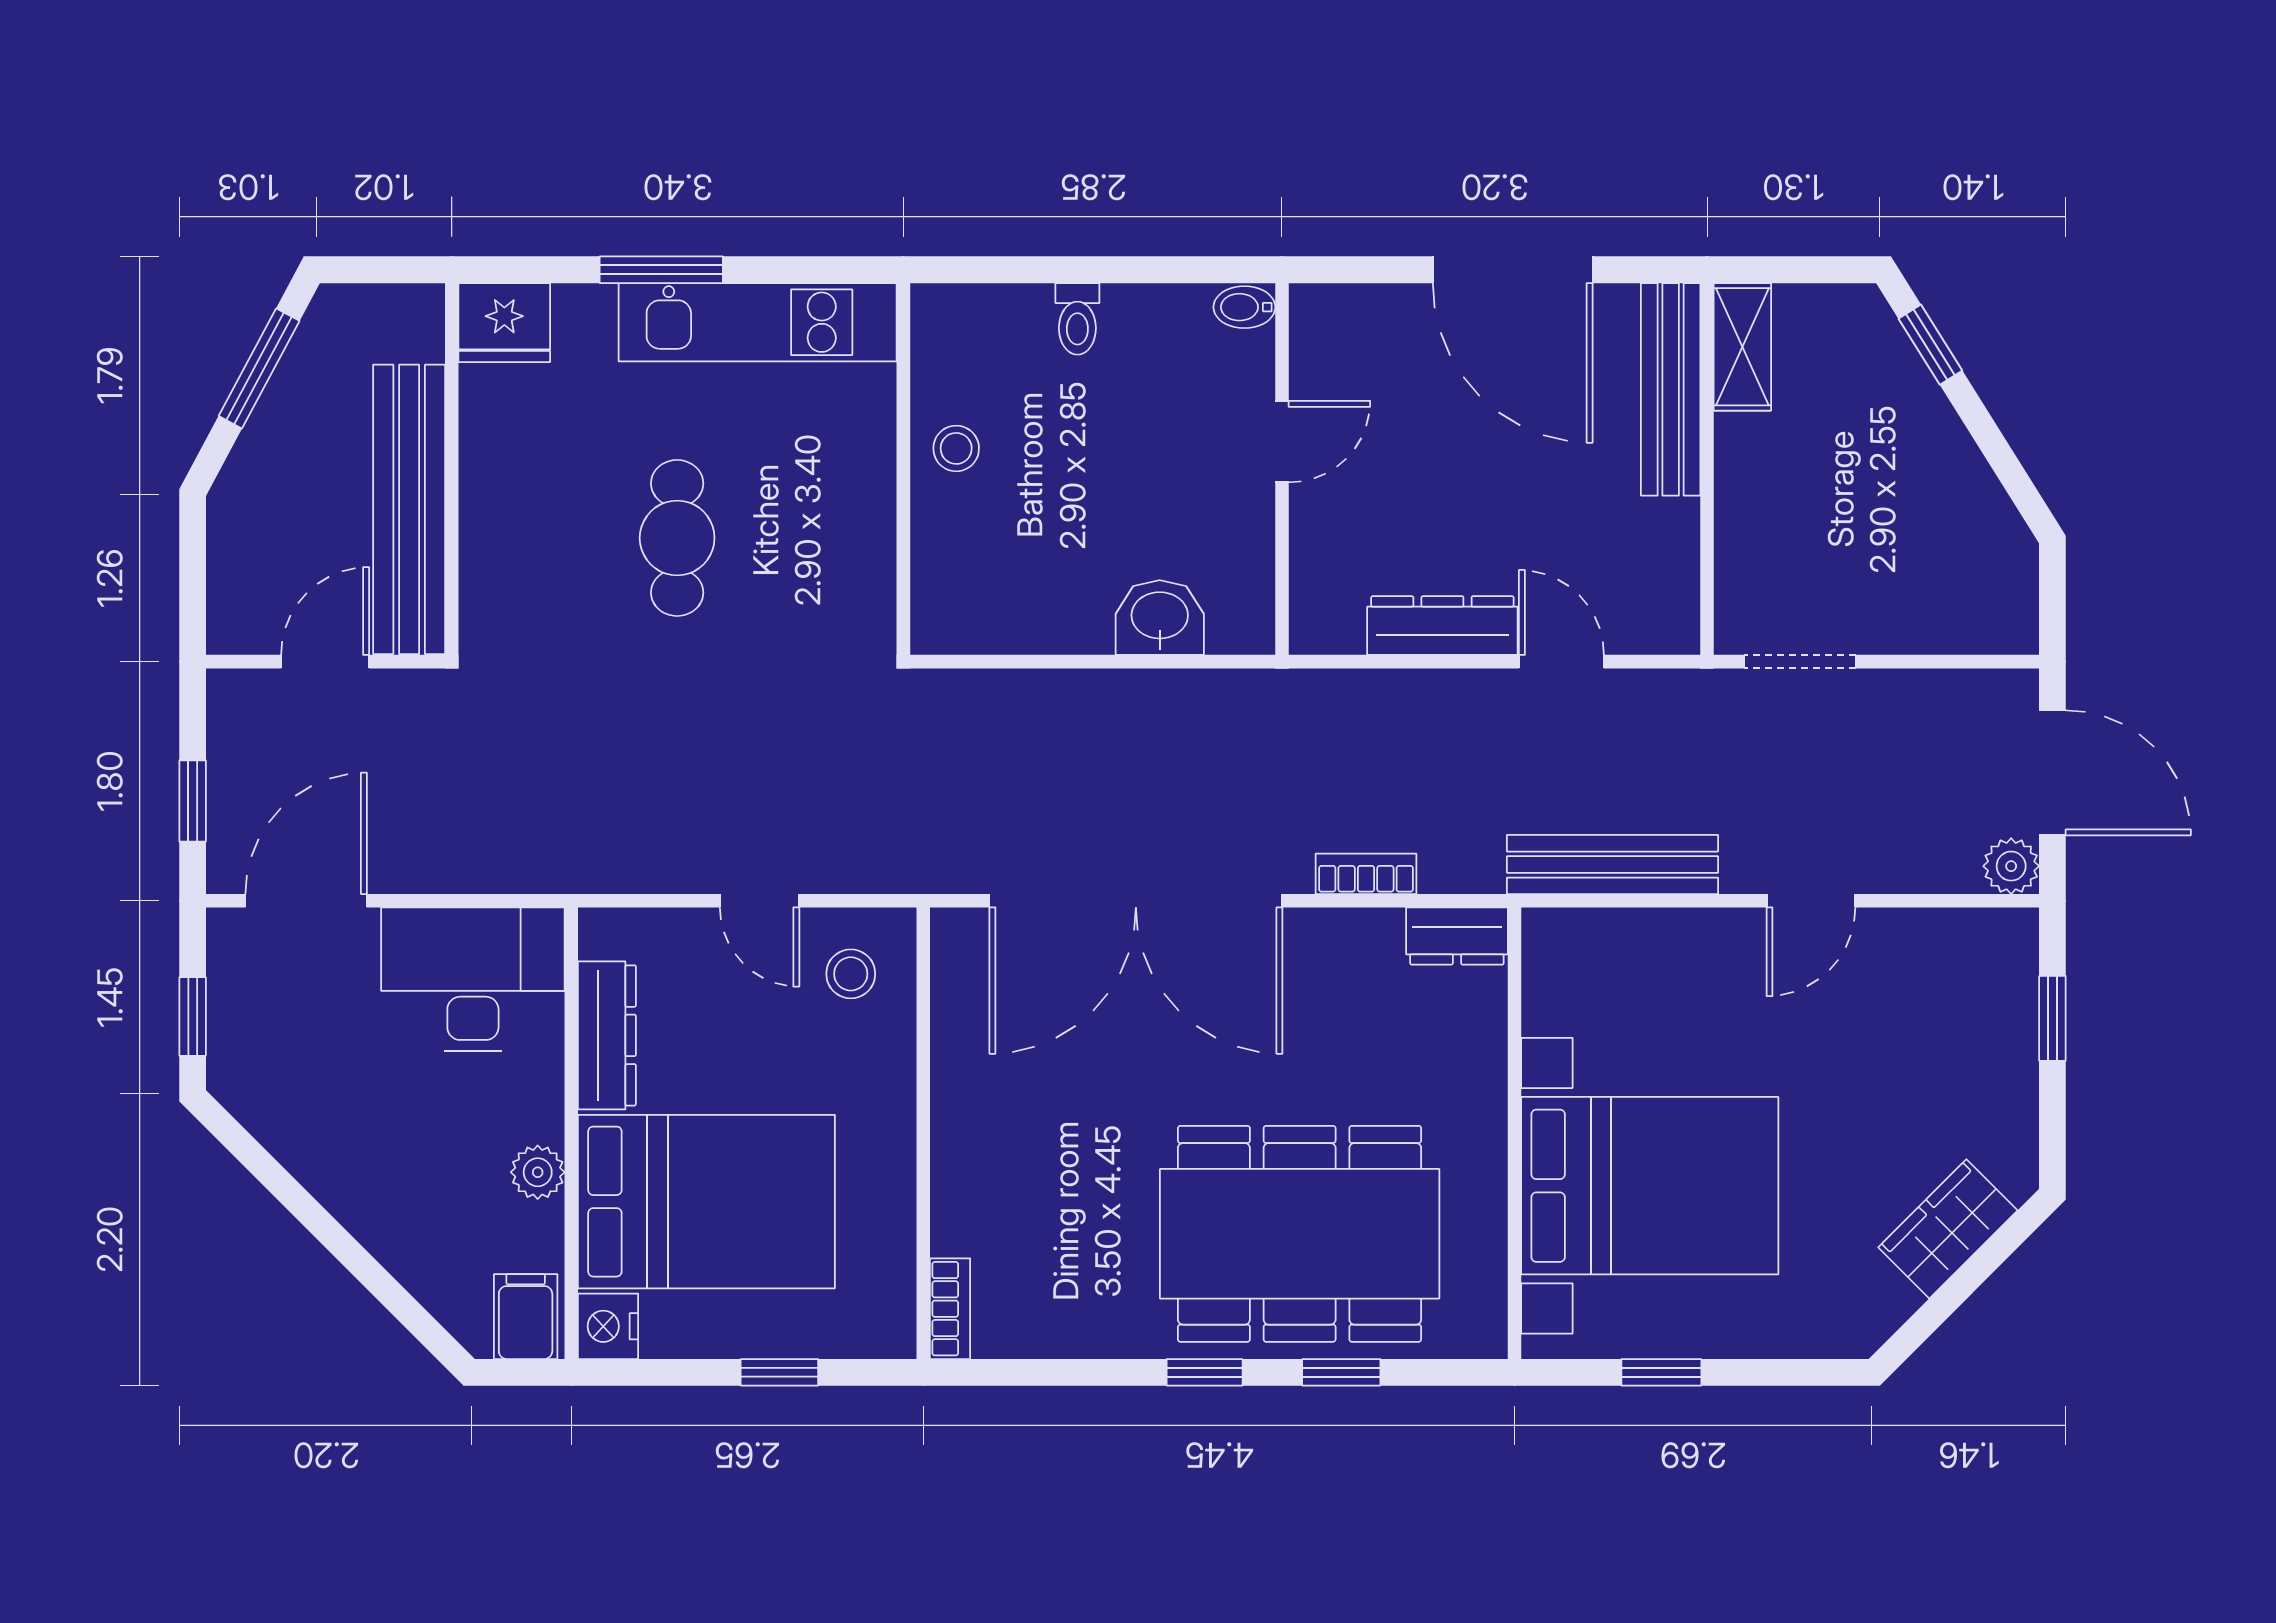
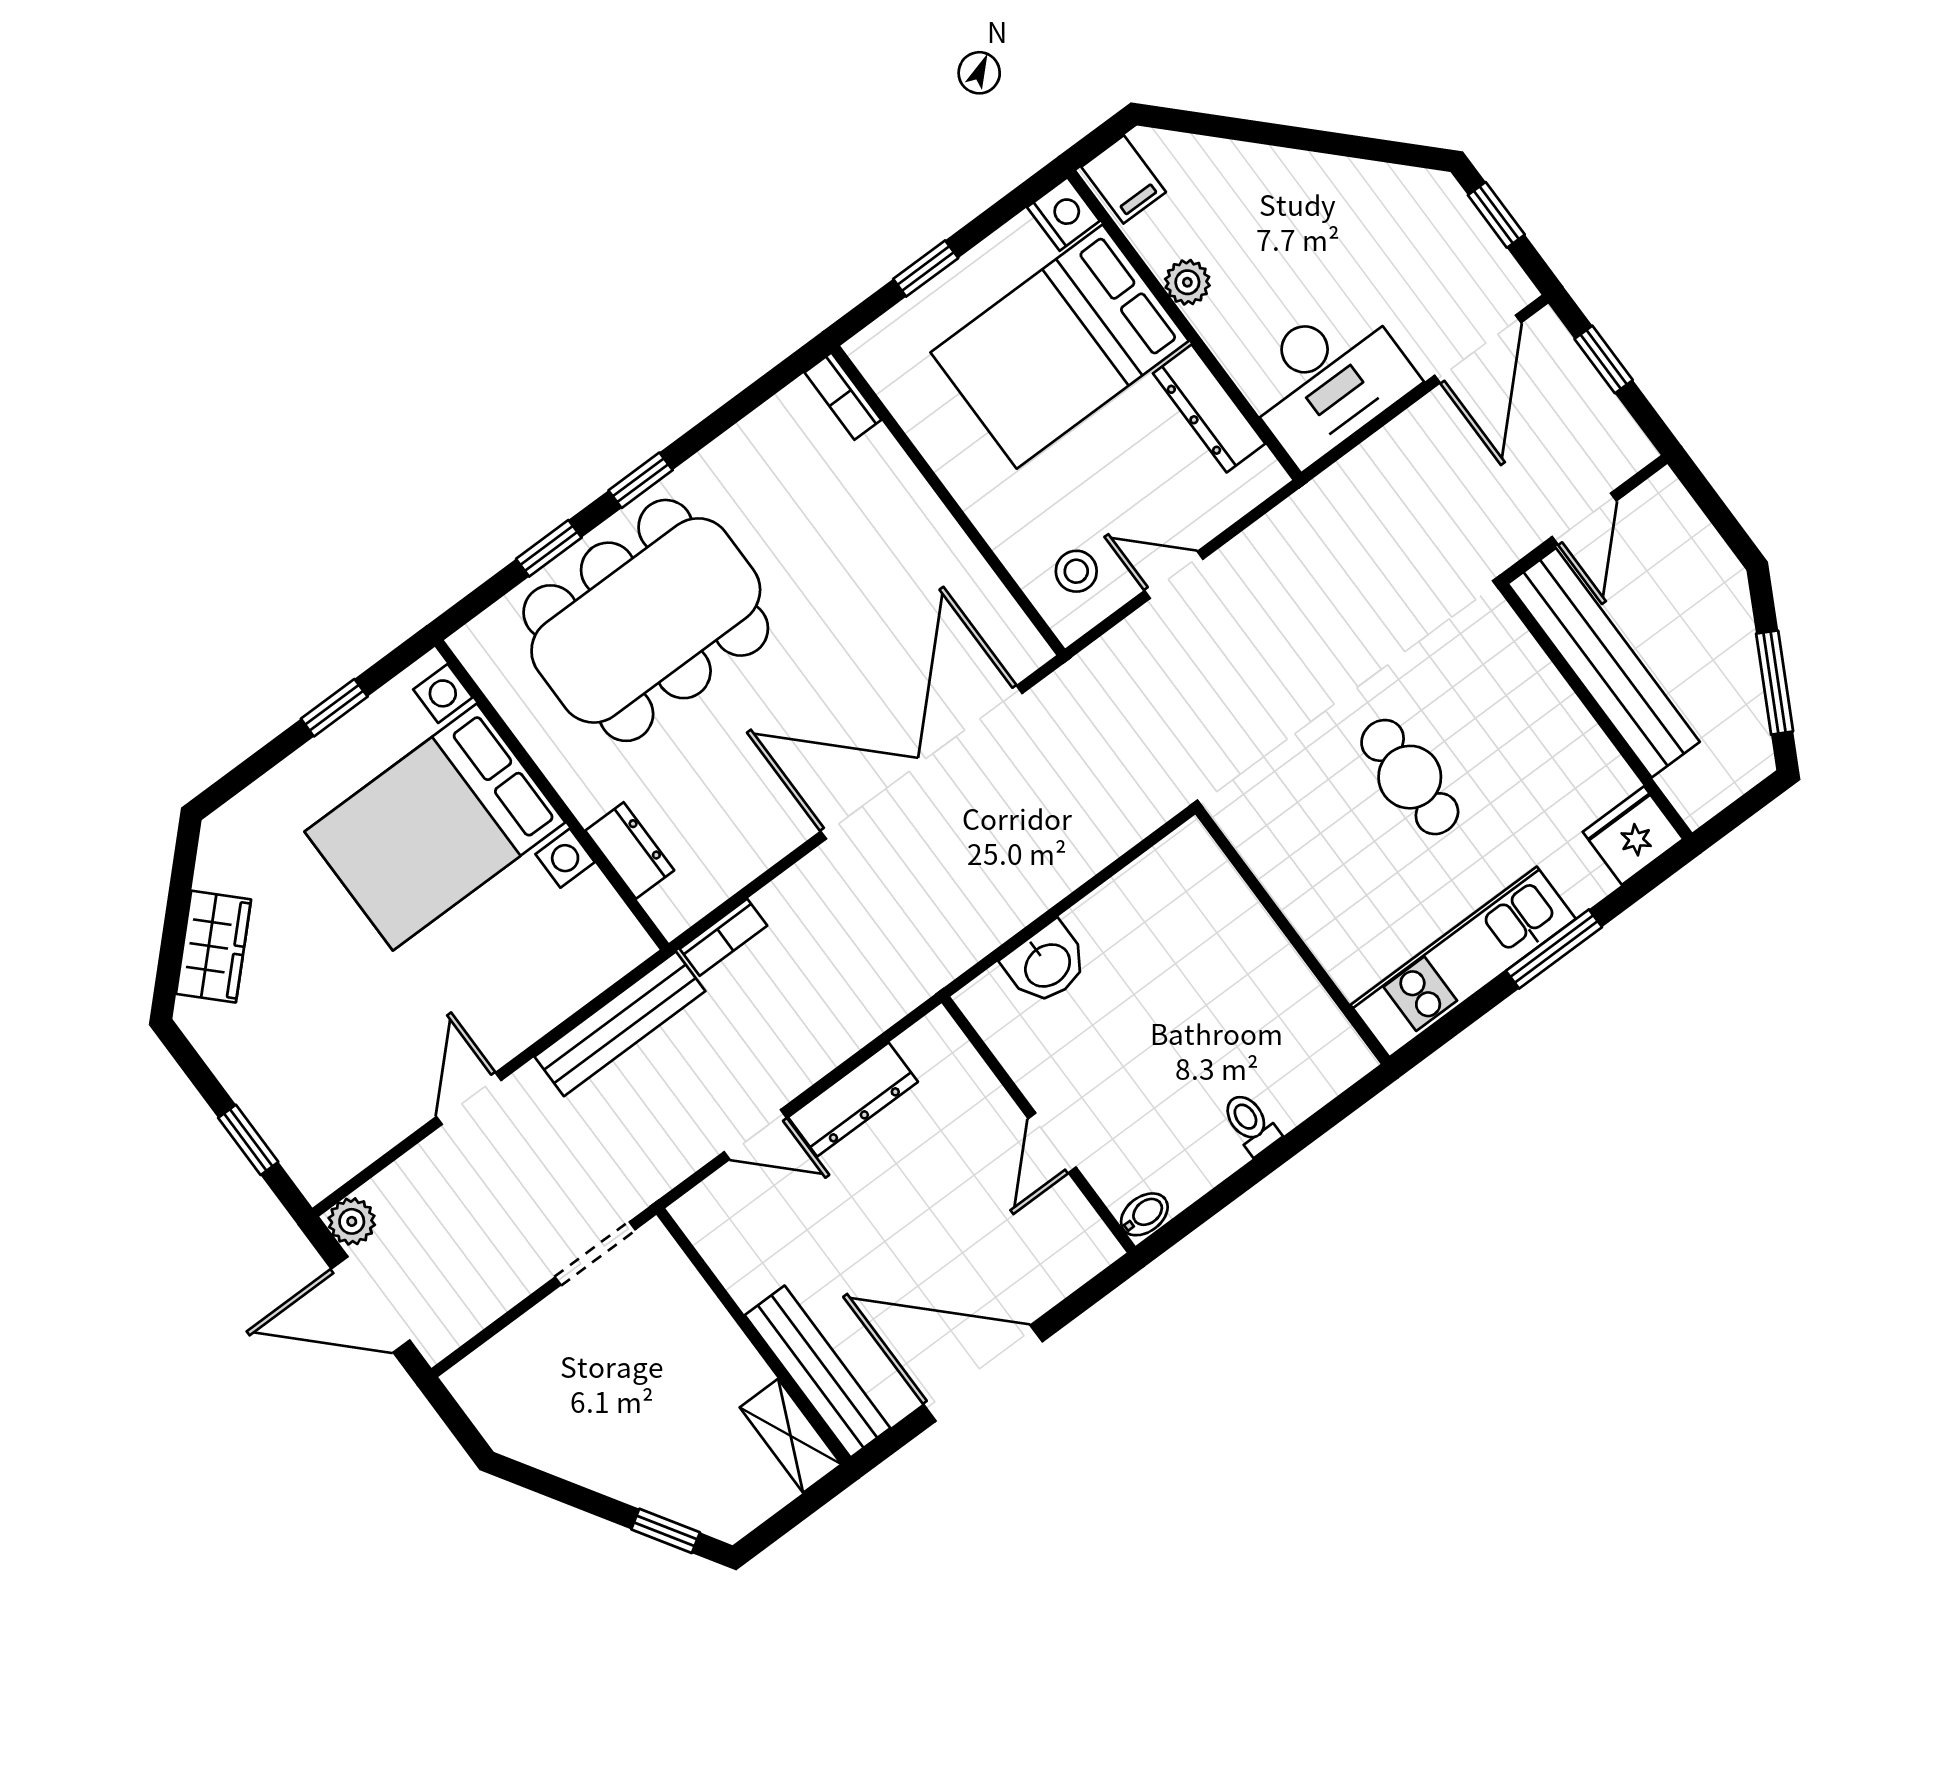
stool: (956, 448) -> (1267, 976), removed
bookcase: (1366, 874) -> (723, 937), moved
dresser: (1457, 936) -> (630, 850), moved, turned 90

